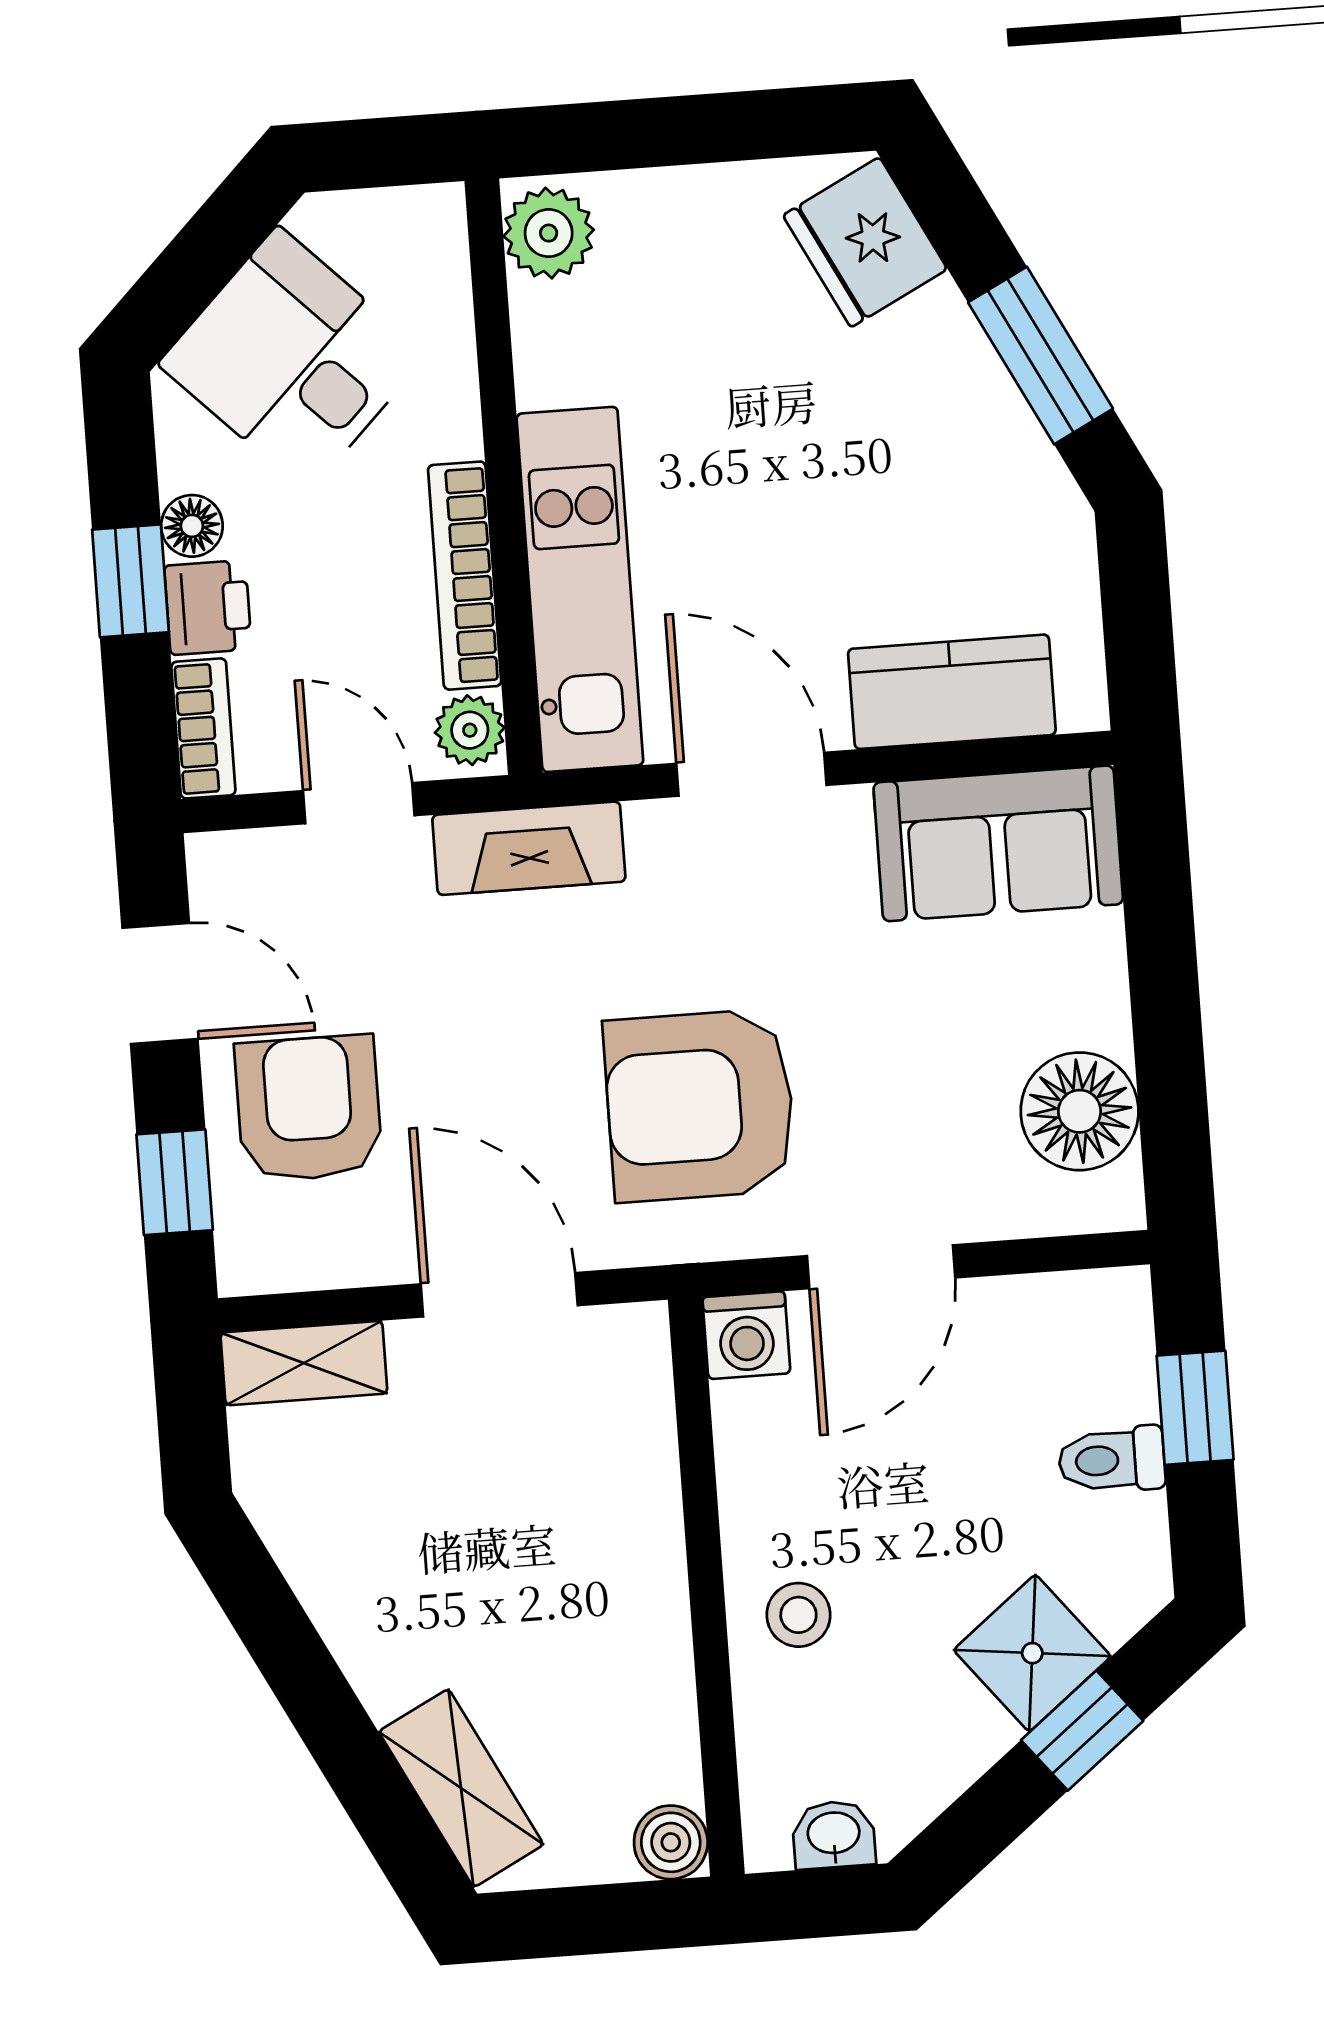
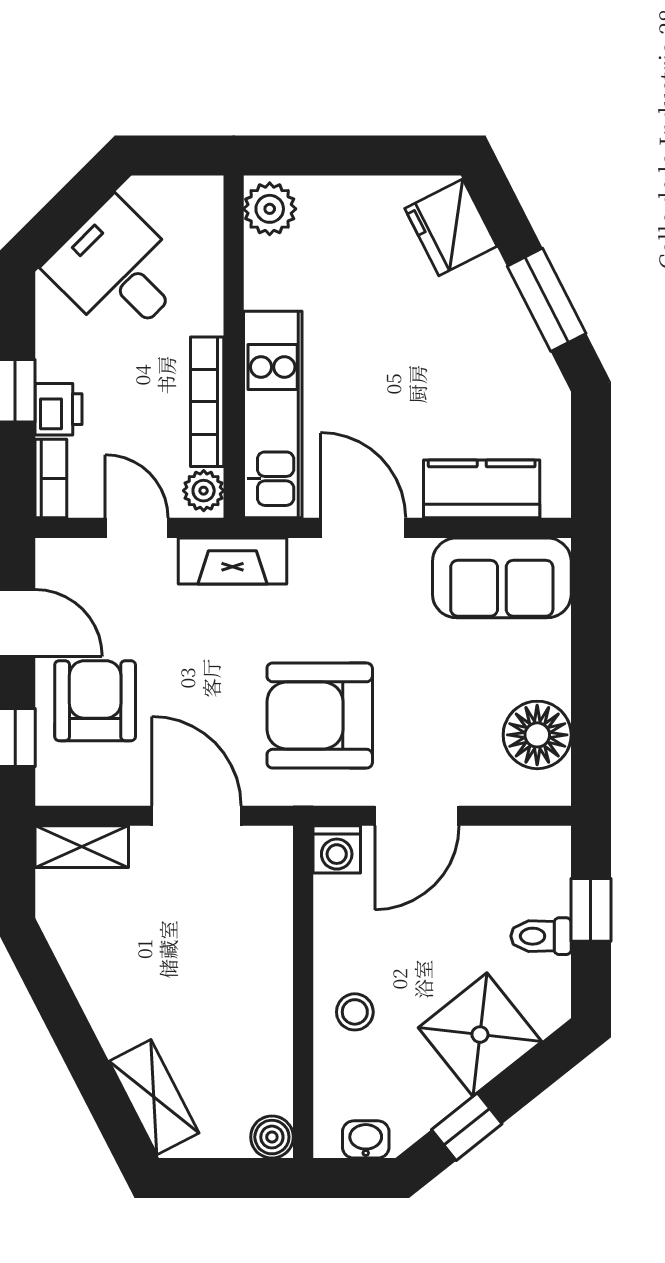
floor lamp: (192, 526) -> (53, 362), removed
shower: (1032, 1653) -> (480, 1035), width x1.36, depth x1.36
window: (1082, 1730) -> (467, 1127), moved

